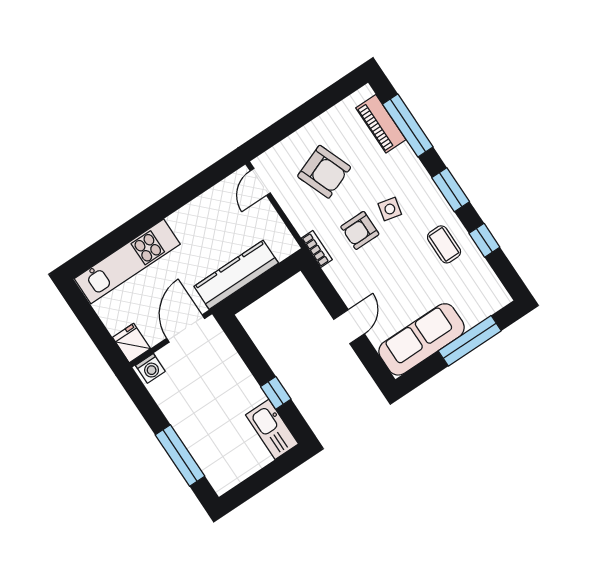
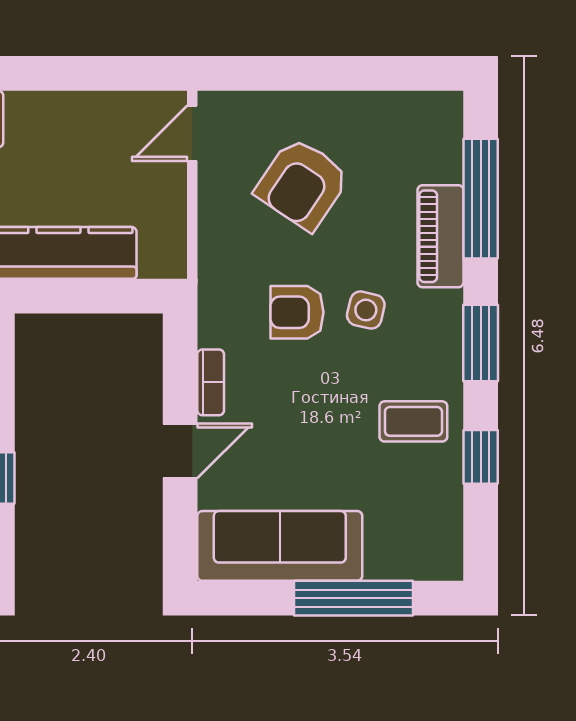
piano: (381, 124) -> (440, 236), moved
armchair: (324, 172) -> (302, 184), turned 55
coffee table: (444, 244) -> (413, 421), turned 90
bookcase: (317, 249) -> (211, 382), moved

